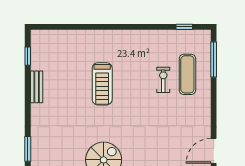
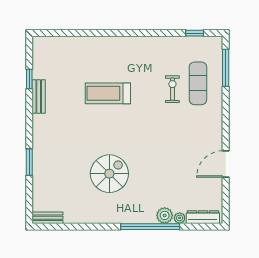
window: (28, 56) -> (29, 79), moved
treadmill: (102, 84) -> (108, 93), turned 90

